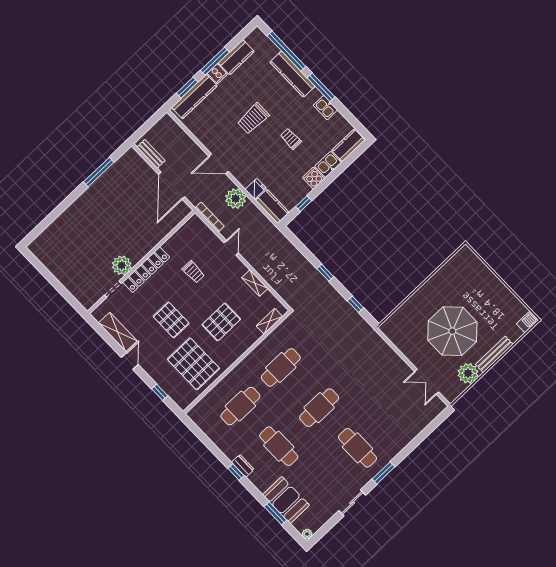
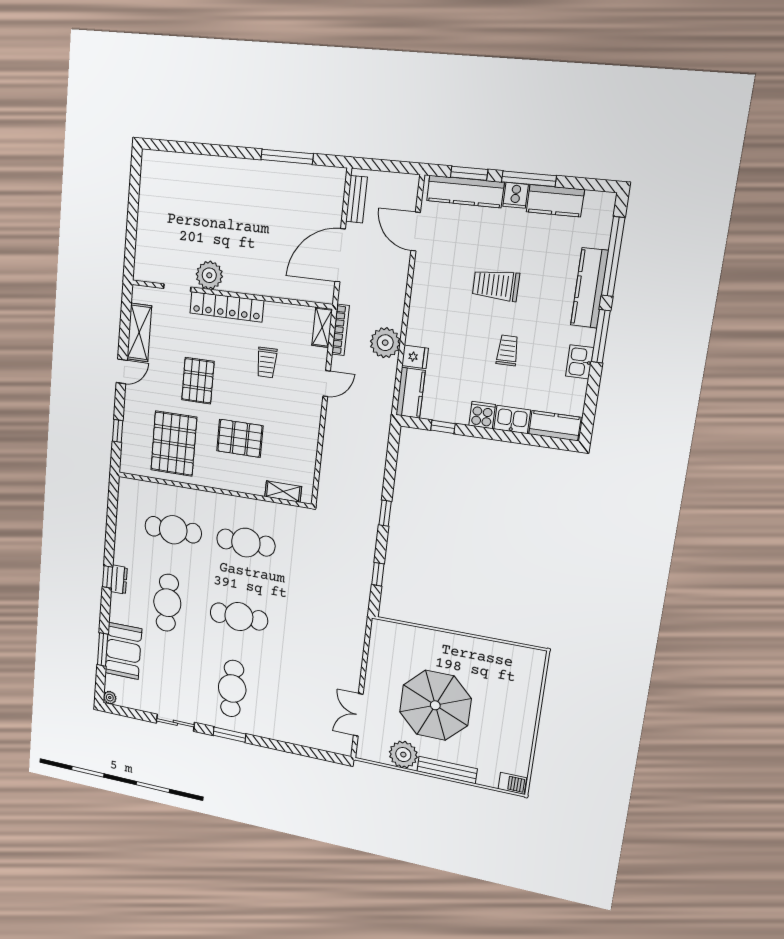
door: (219, 164) -> (416, 232), moved
shelving: (255, 283) -> (322, 327), moved

